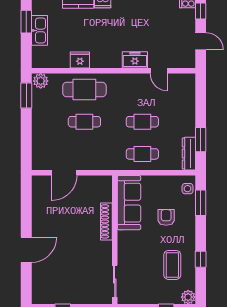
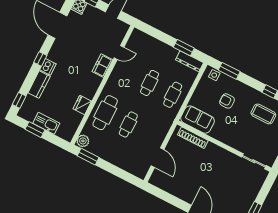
sofa: (129, 203) -> (198, 120), width x0.73
shoe rack: (106, 221) -> (193, 138), moved

